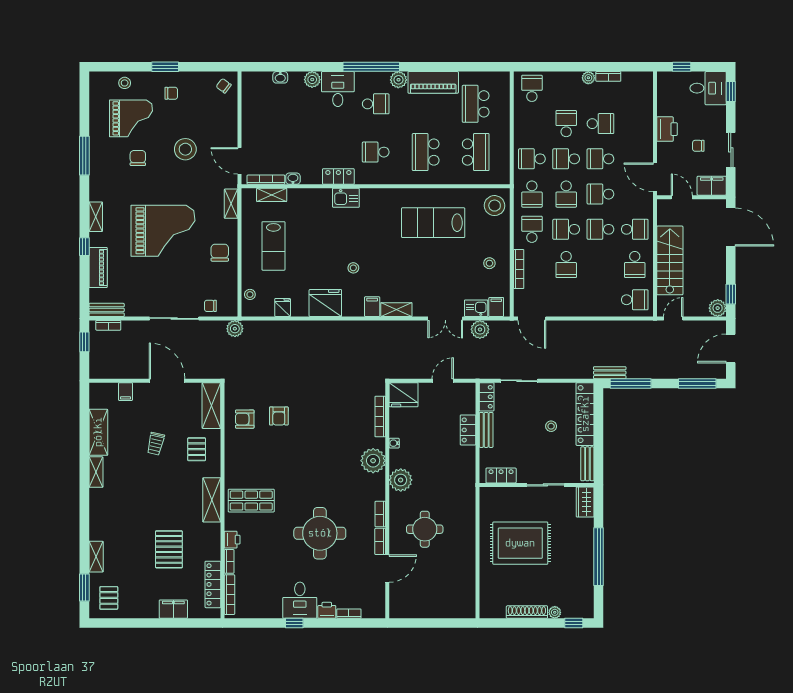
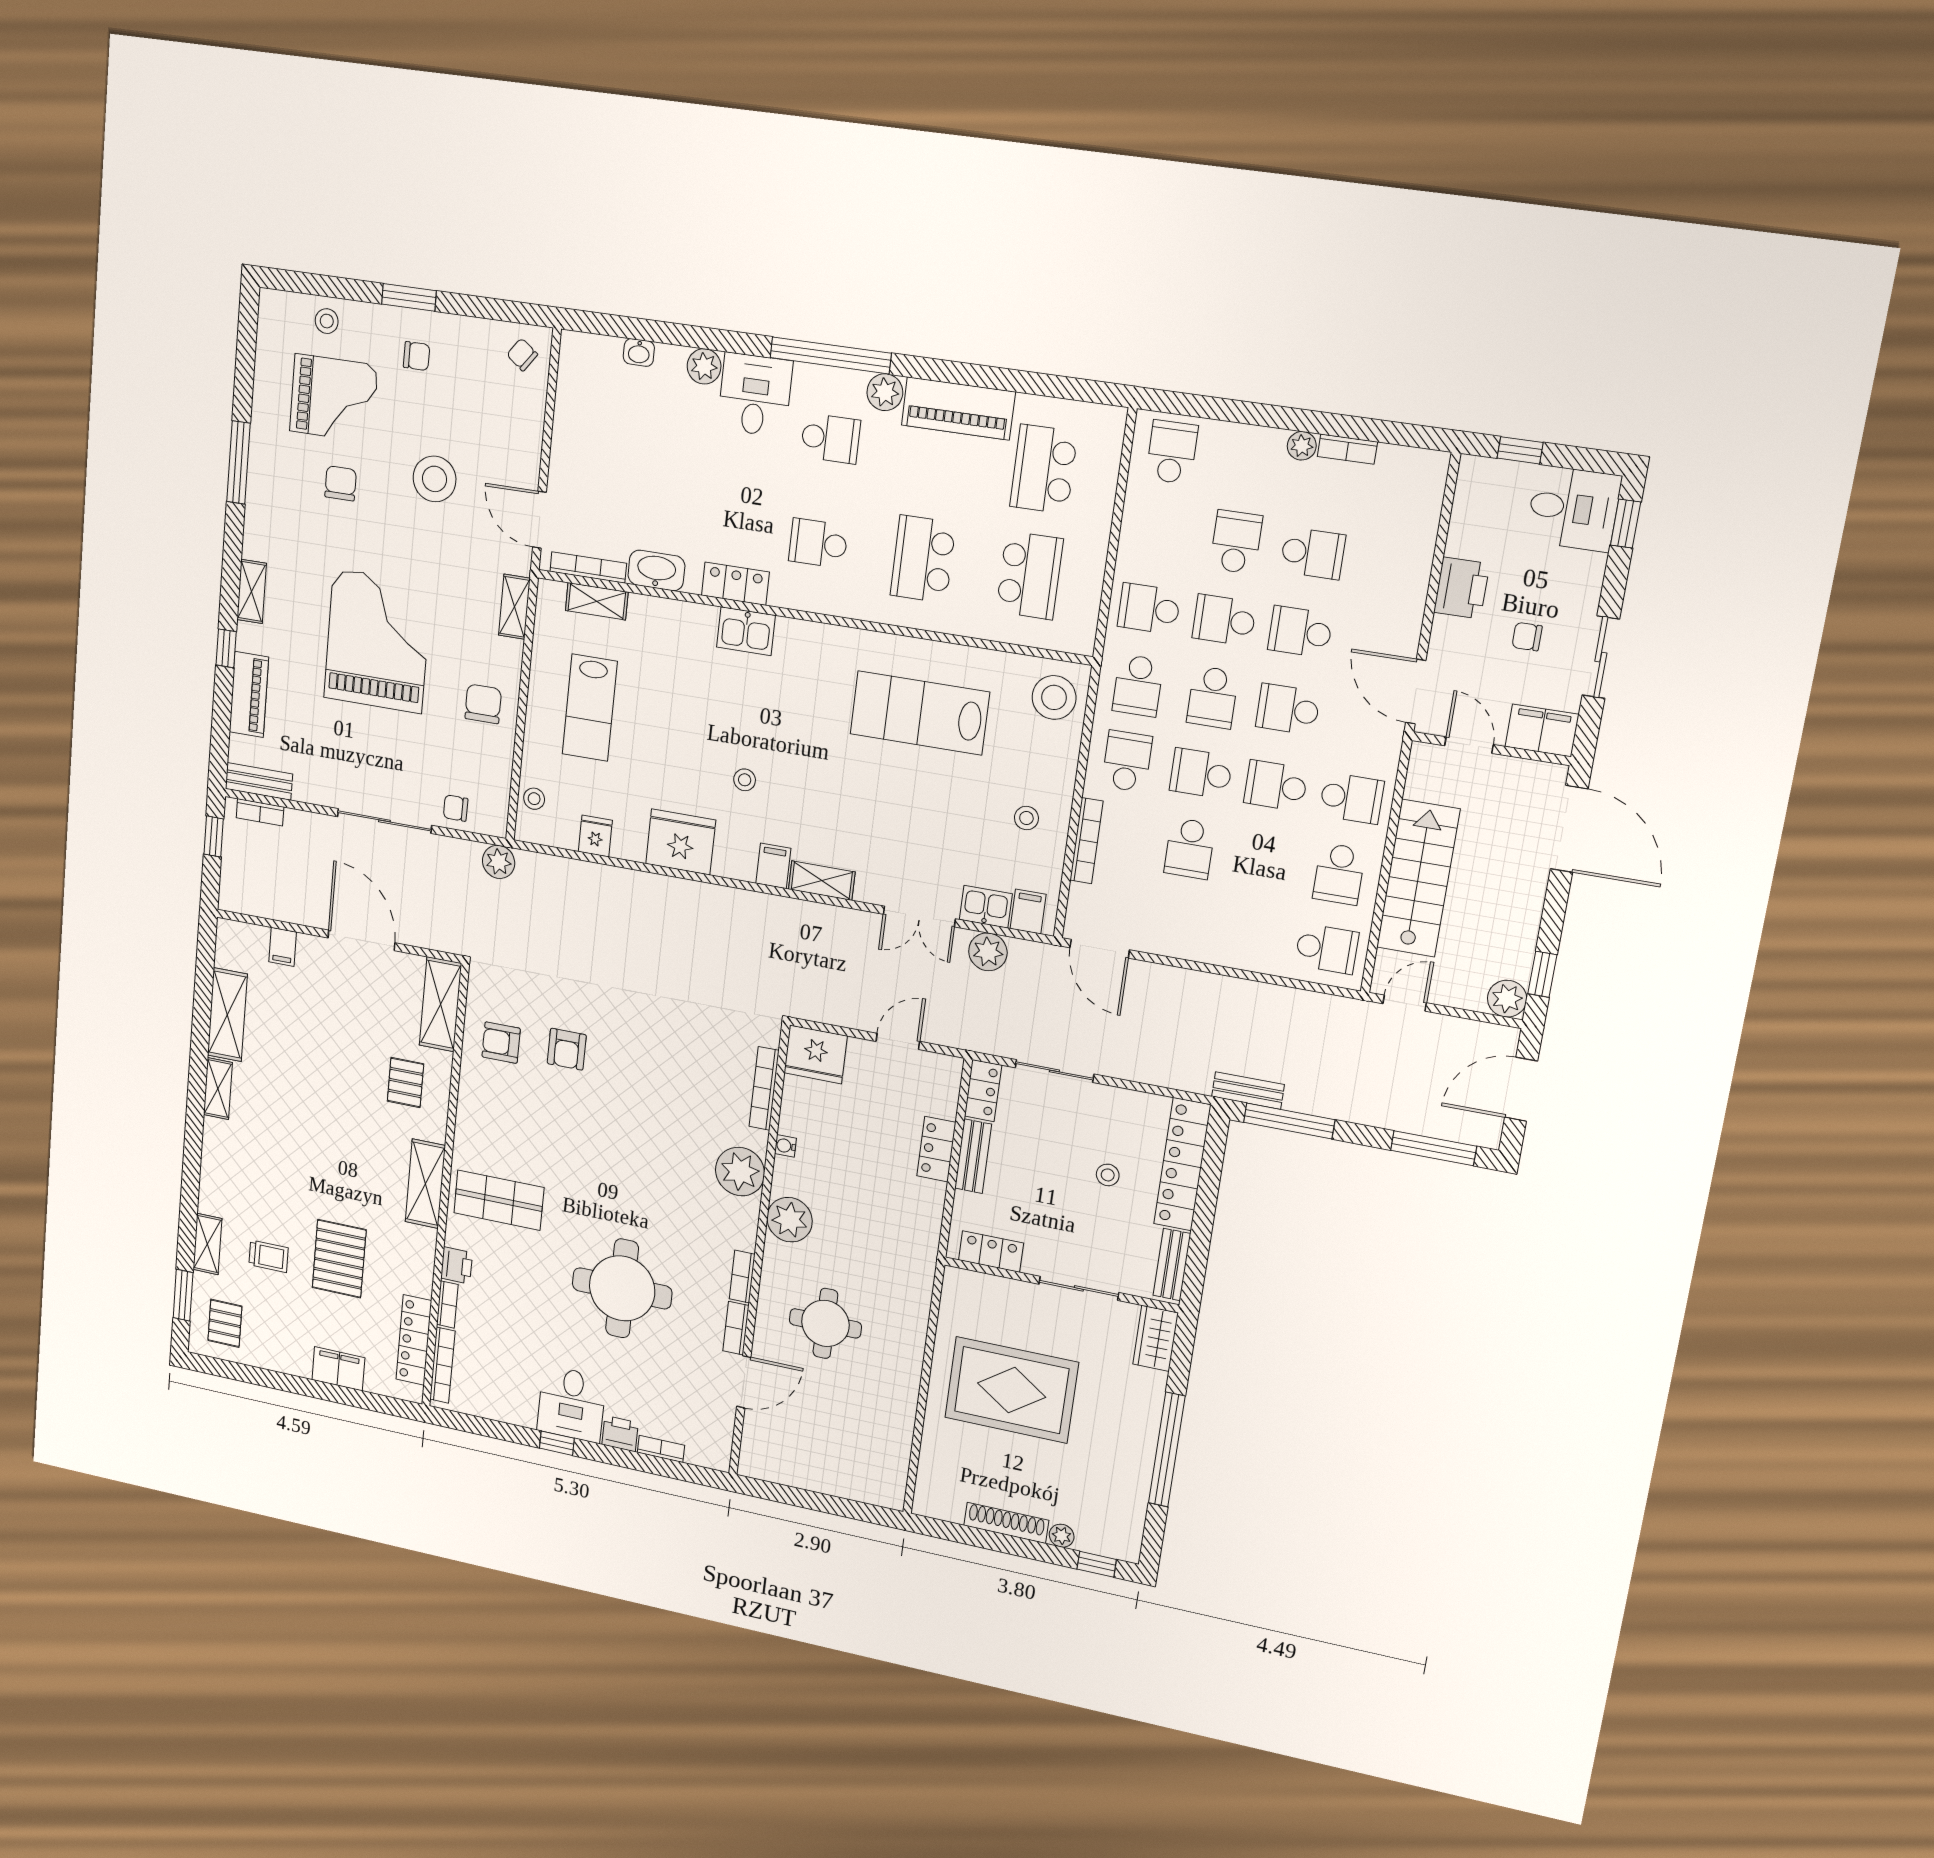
washbasin: (293, 179) -> (656, 571), width x1.91, depth x1.45
grand piano: (163, 231) -> (378, 641), turned -90
trolley: (156, 444) -> (269, 1256), moved, turned -103

